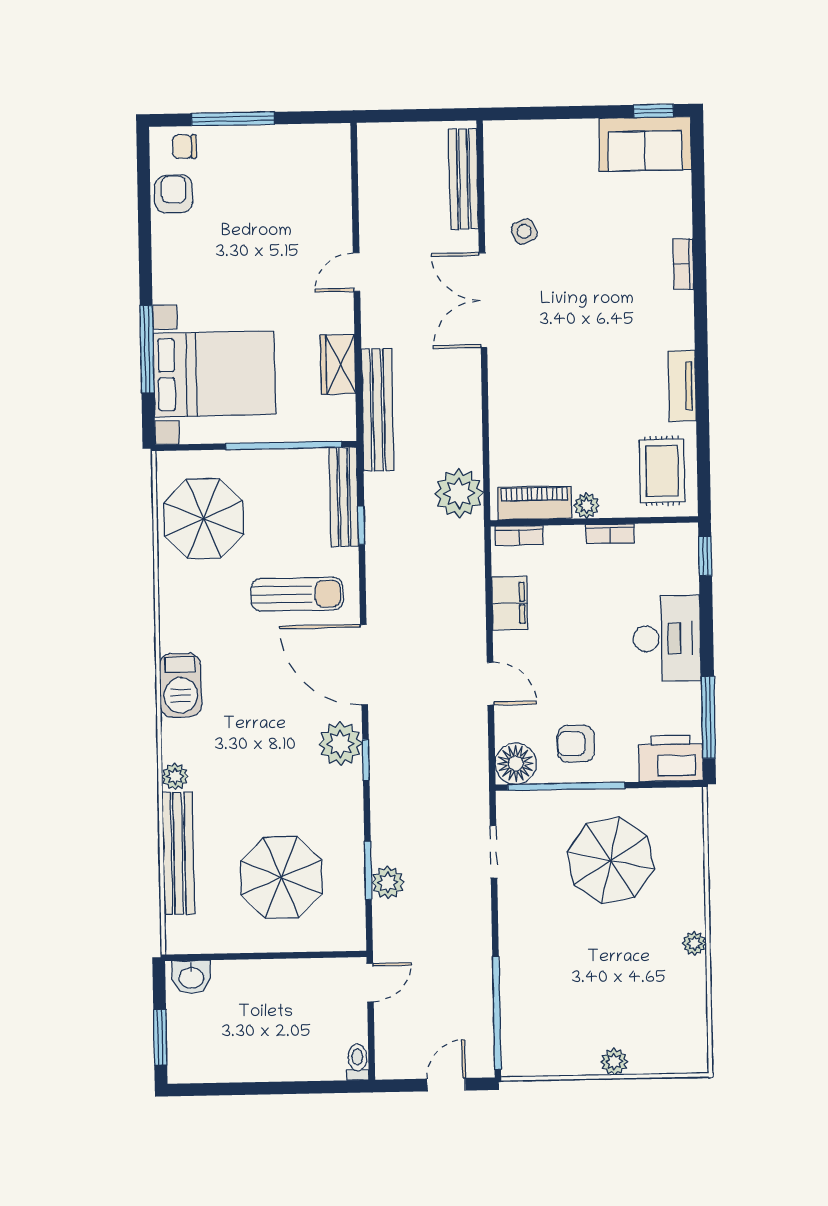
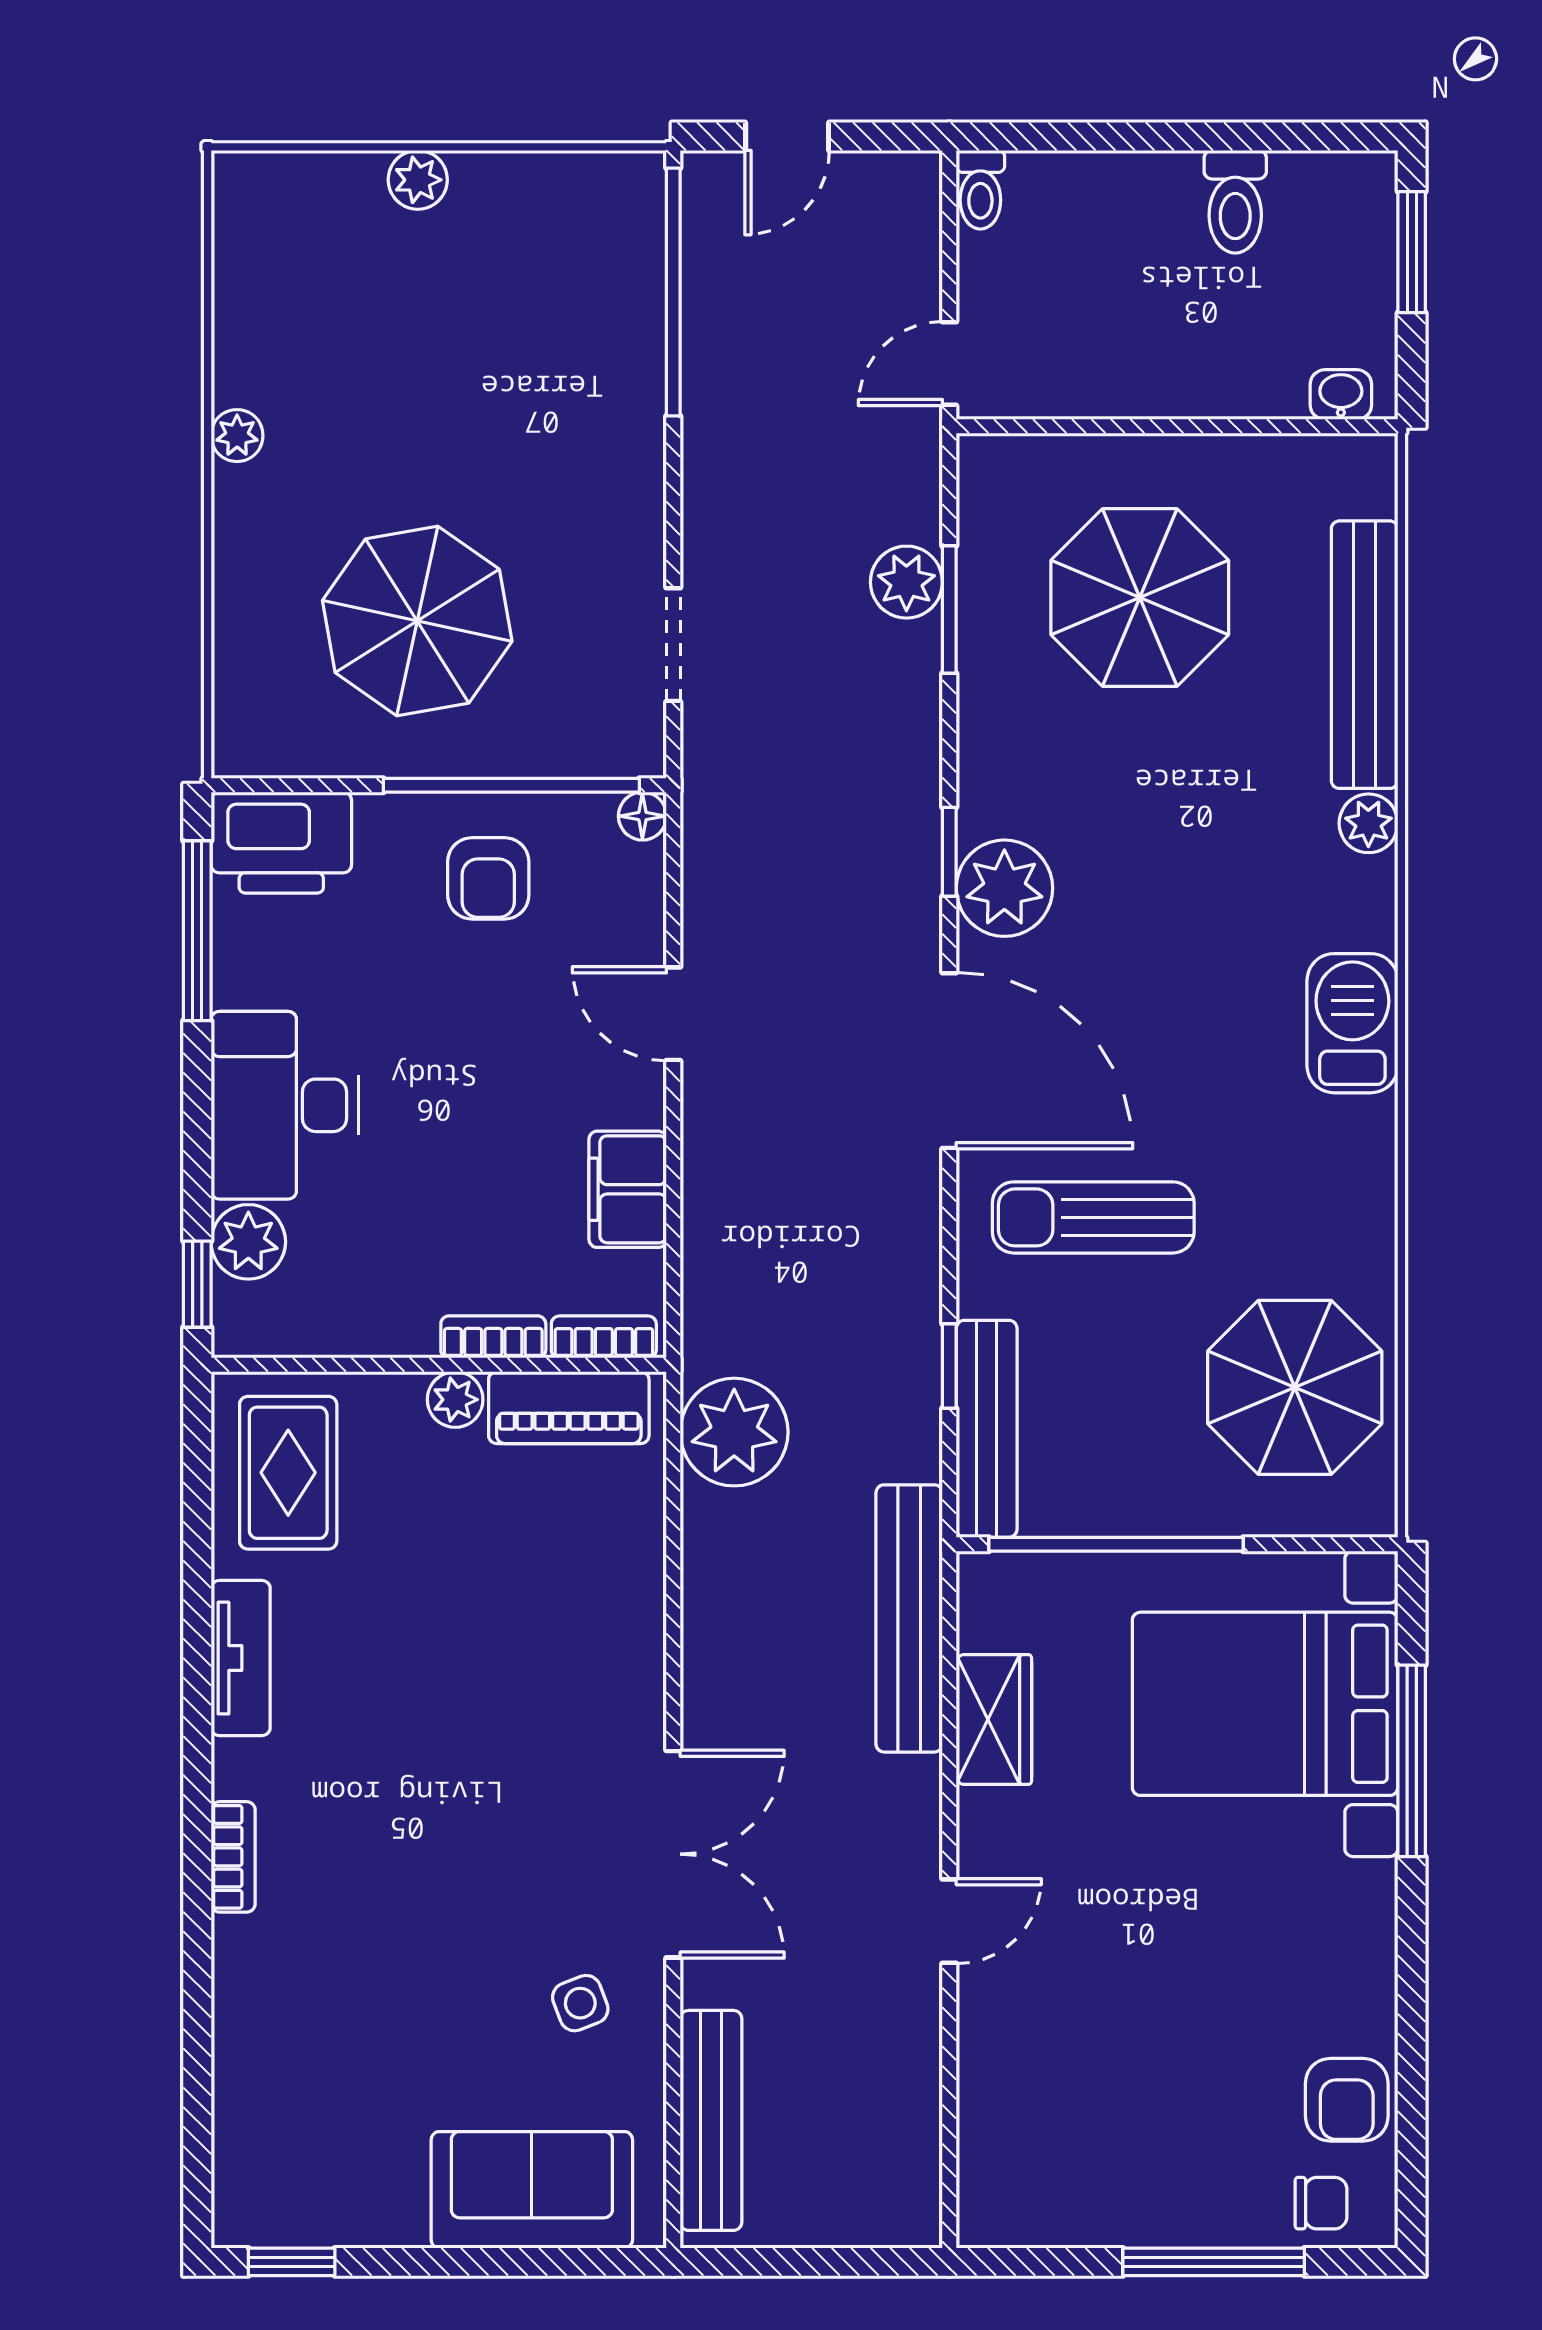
sofa: (645, 144) -> (532, 2190), moved
bookcase: (683, 264) -> (233, 1857), moved
bookcase: (610, 534) -> (493, 1337), moved
plant: (682, 576) -> (248, 1242), added
armchair: (576, 744) -> (488, 878), turned 90
floor lamp: (516, 764) -> (642, 816), width x0.53, depth x0.53
washbasin: (191, 977) -> (1341, 395), width x0.72, depth x0.69
toilet: (241, 1059) -> (1235, 202), added

